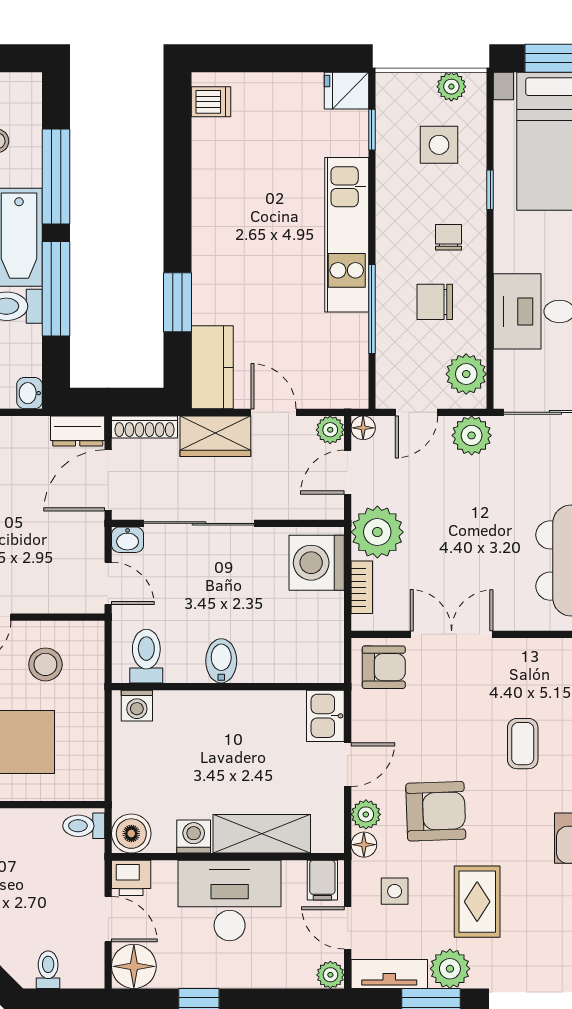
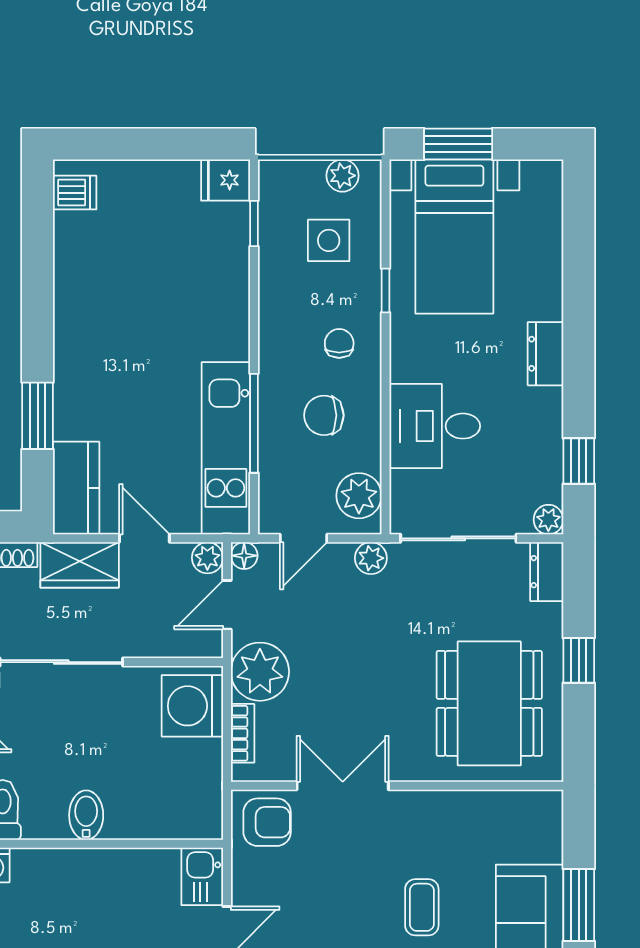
kitchen unit: (347, 235) -> (226, 448), moved
plant: (472, 435) -> (371, 558), width x0.73, depth x0.73

